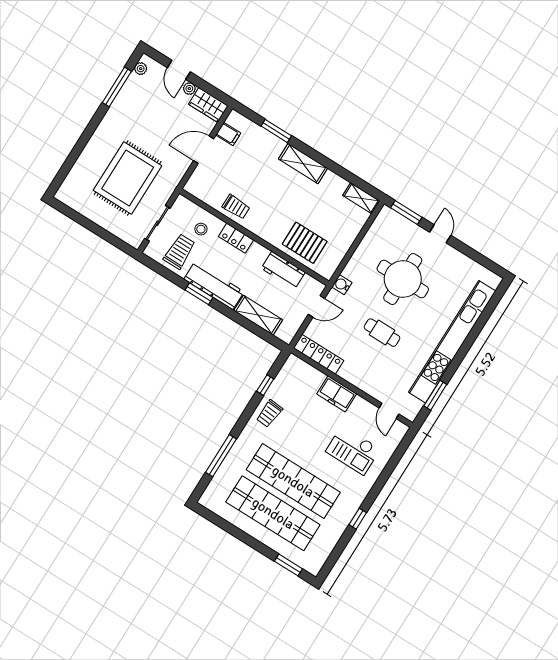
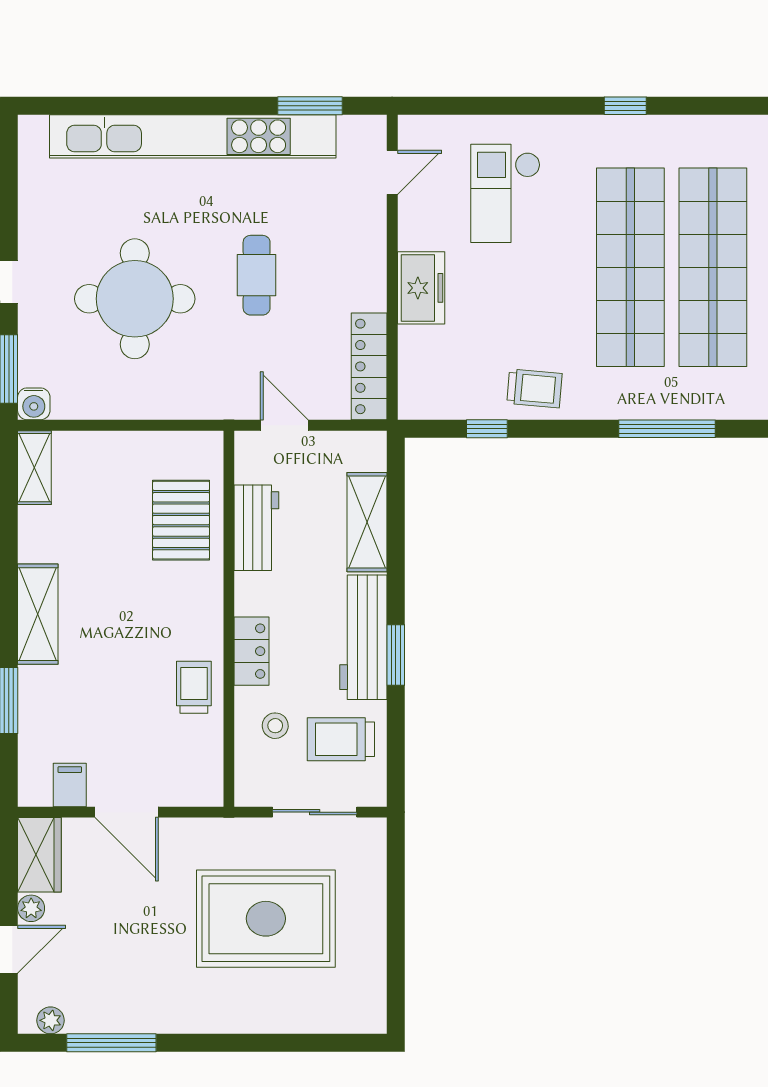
water cooler: (342, 285) -> (34, 404), moved
checkout: (353, 450) -> (505, 193), turned 180

